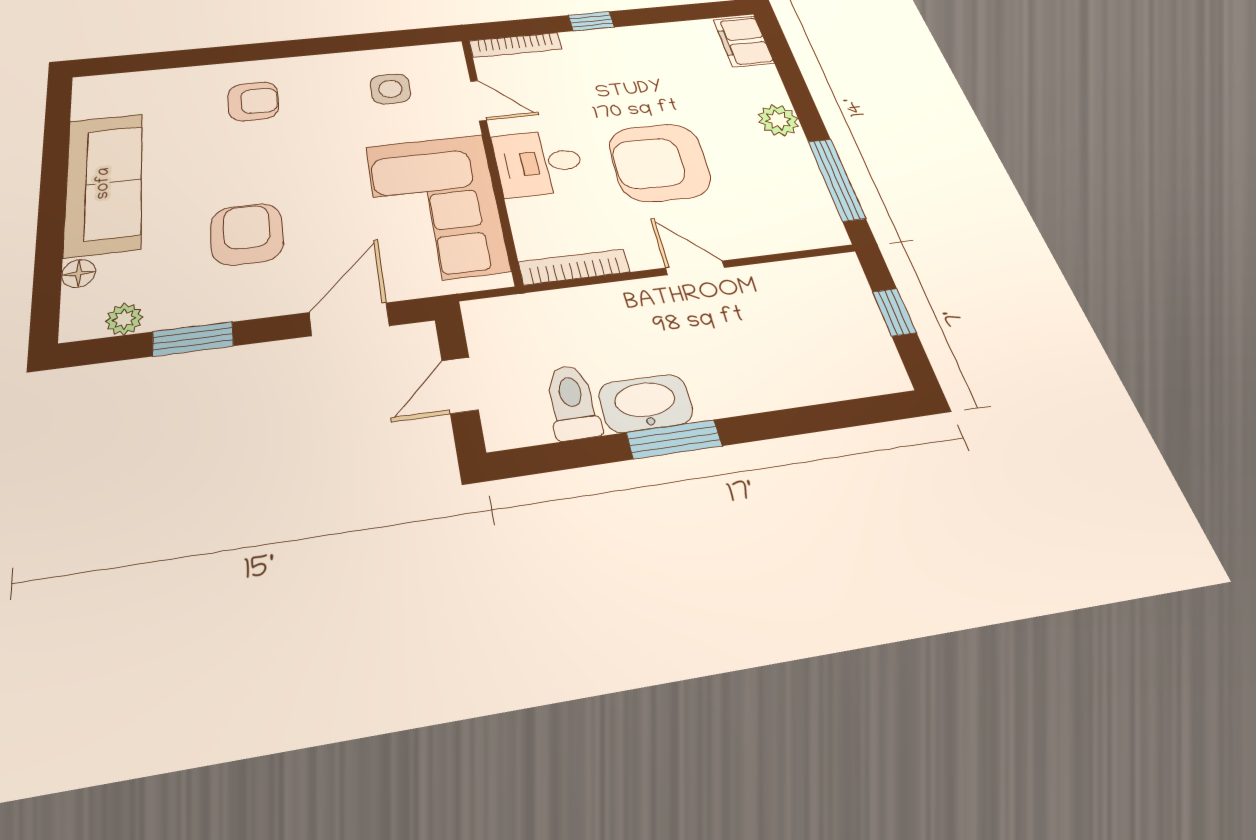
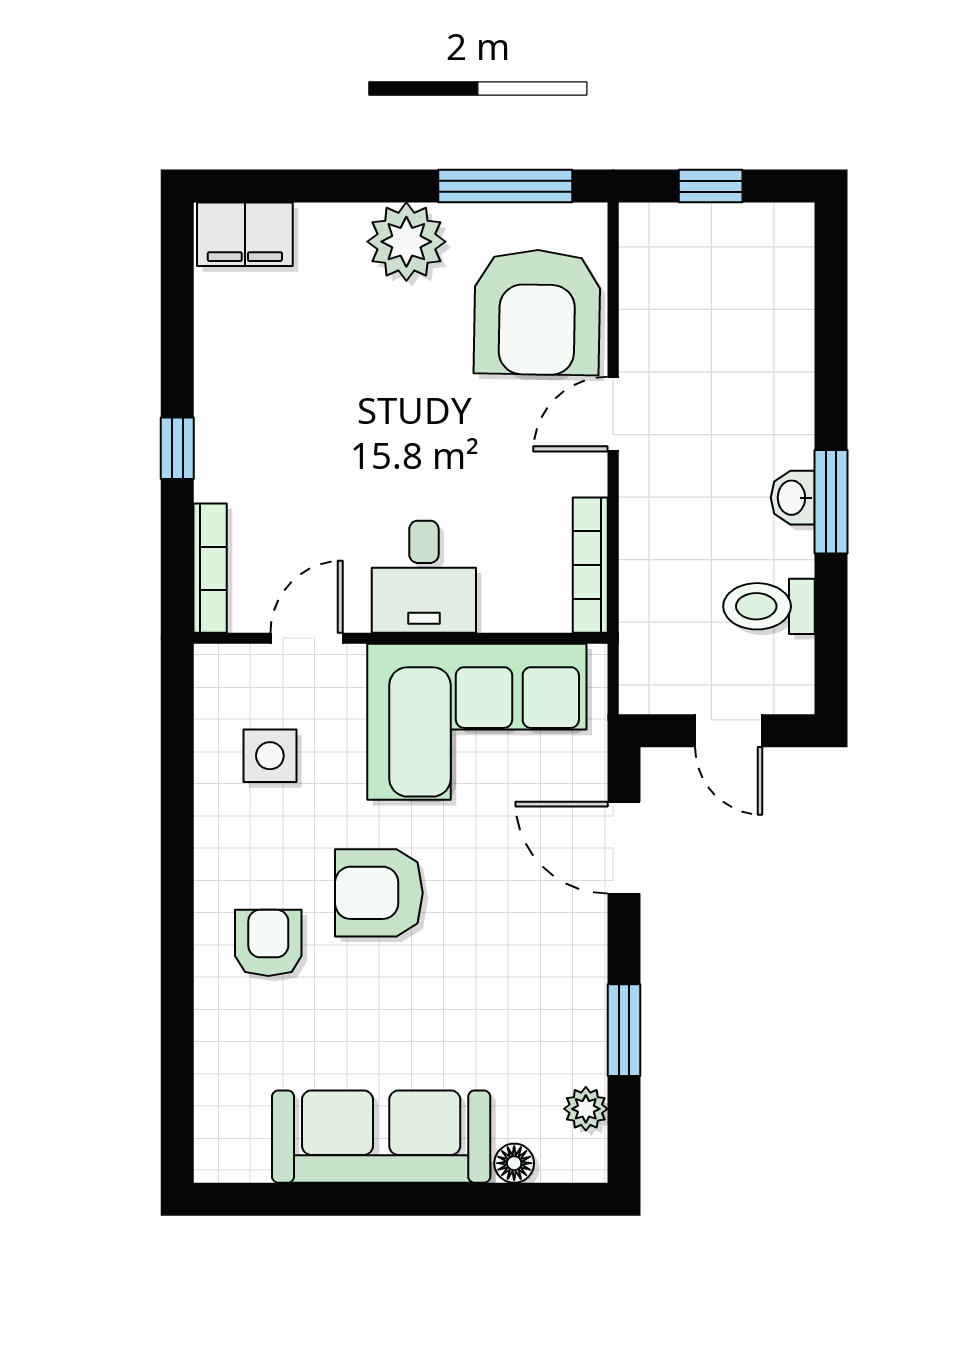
plant: (778, 120) -> (406, 242), width x1.36, depth x1.36
armchair: (660, 162) -> (537, 312), moved
armchair: (247, 234) -> (379, 893), moved
washbasin: (646, 403) -> (793, 498), width x0.52, depth x0.69

